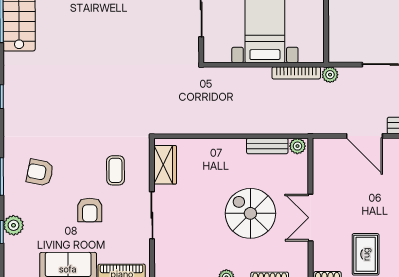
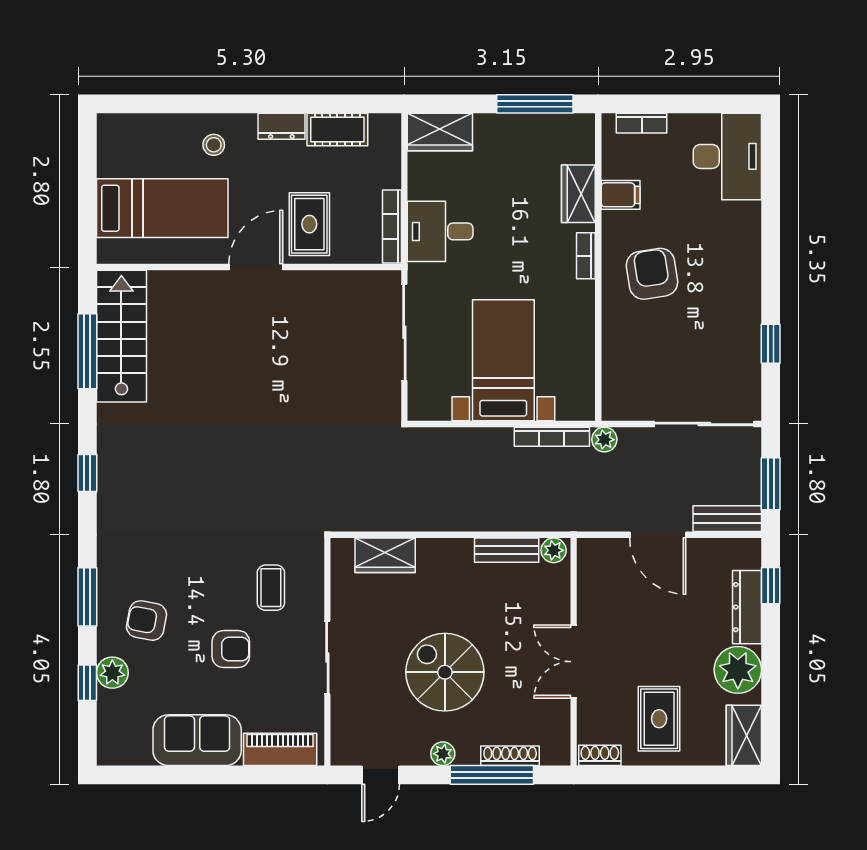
wardrobe: (165, 165) -> (385, 555), moved, turned 90
armchair: (40, 172) -> (147, 621), moved
armchair: (90, 210) -> (231, 649), turned -90
spiral stairs: (250, 213) -> (445, 672), moved

